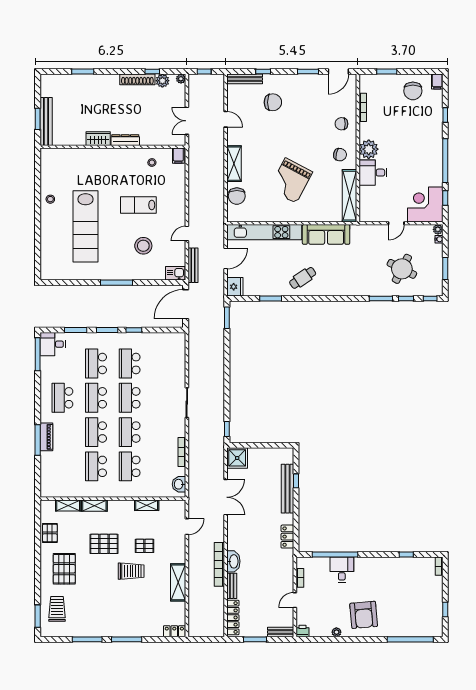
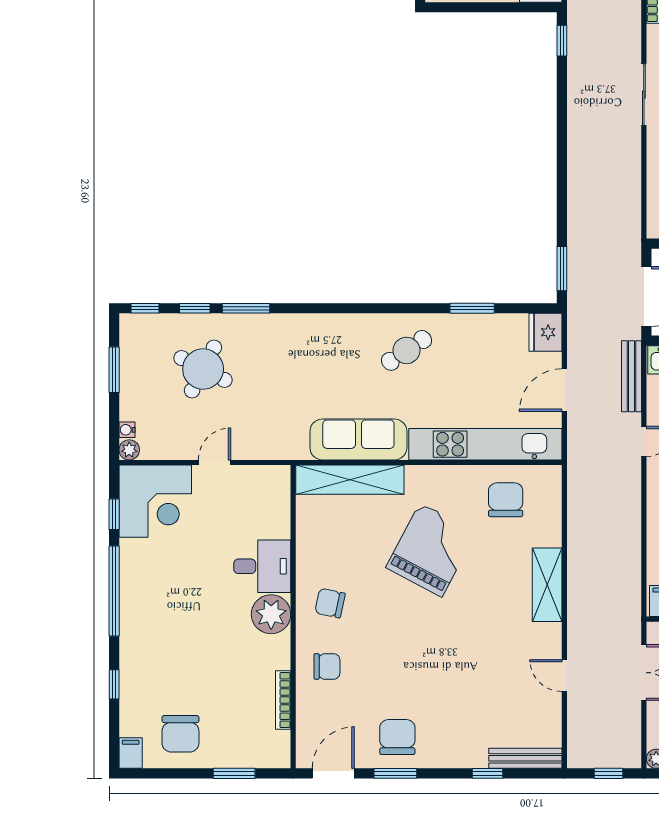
chair: (413, 91) -> (180, 734), turned 180
chair: (273, 102) -> (397, 737), moved, turned 90
chair: (237, 196) -> (506, 500), moved
shelving: (350, 196) -> (350, 480), moved, turned 90

